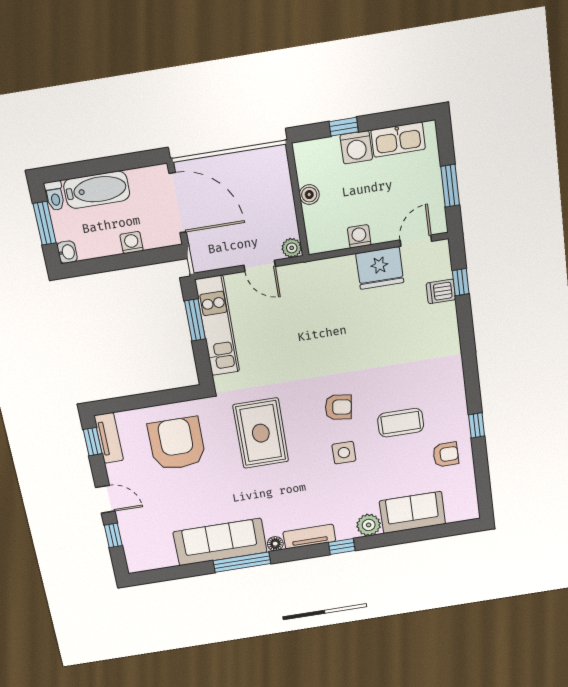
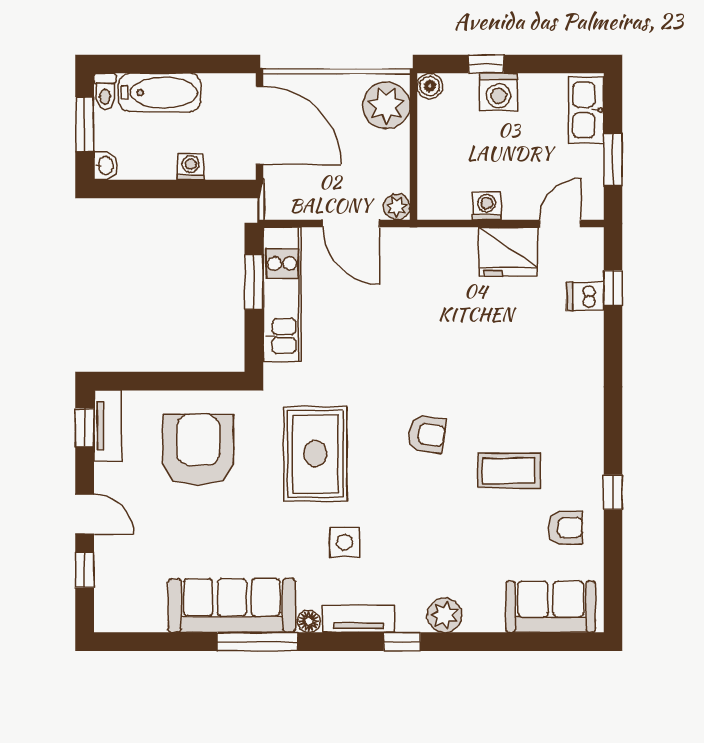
kitchen sink: (398, 140) -> (586, 110), moved, turned 90
plant: (272, 172) -> (386, 105), added
boiler: (309, 195) -> (430, 86), moved
door: (260, 266) -> (351, 223), width x1.38
side table: (344, 453) -> (345, 542), moved
sofa: (412, 513) -> (551, 607), moved

